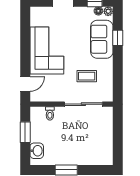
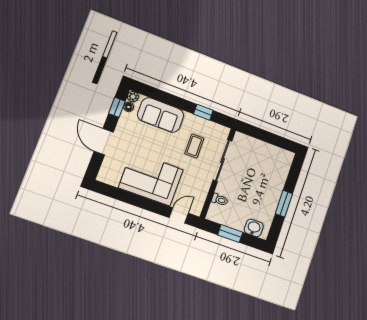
window: (118, 38) -> (203, 112), moved
door: (25, 84) -> (179, 215), hinge flipped

